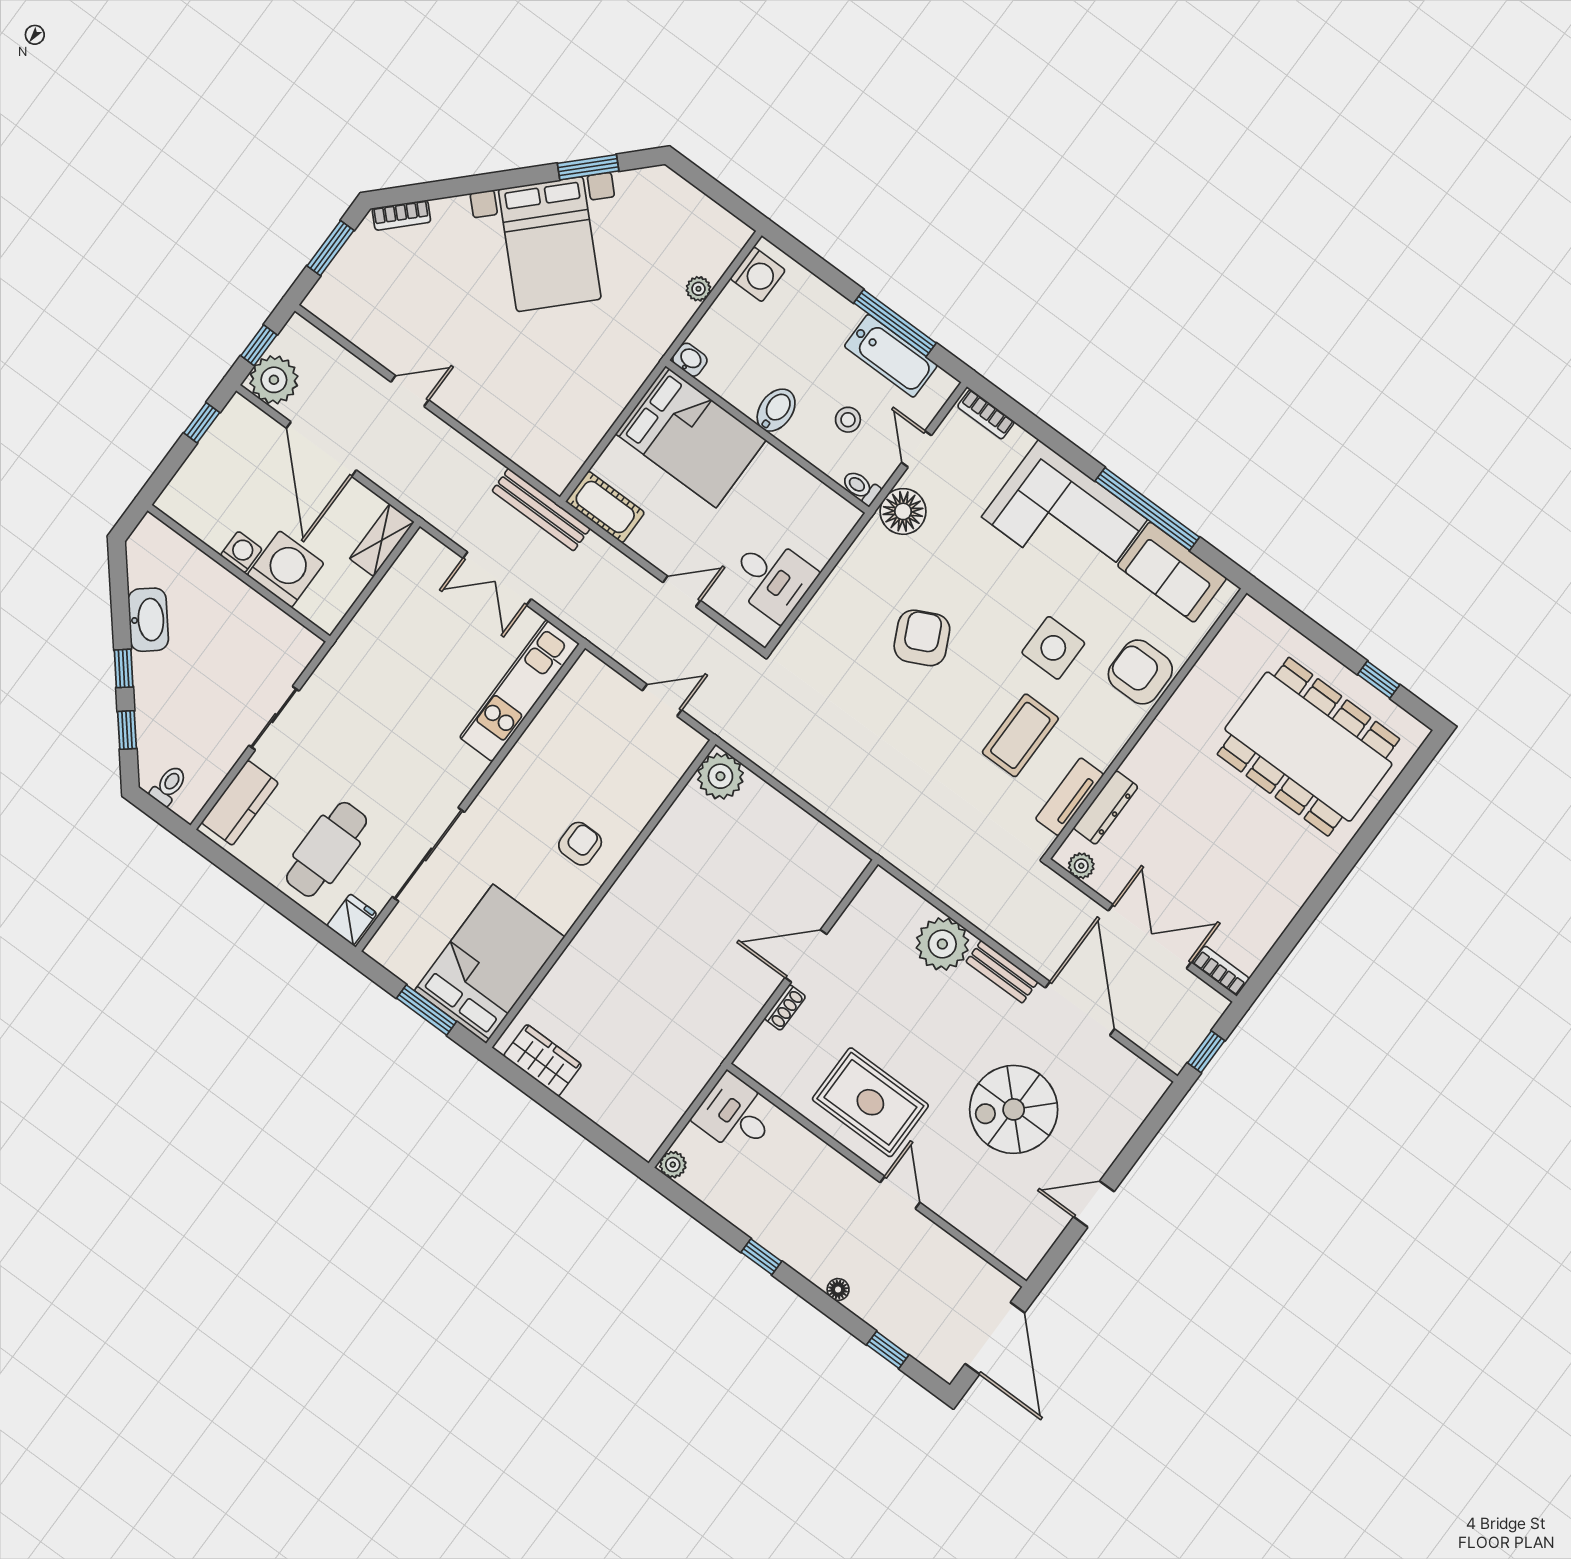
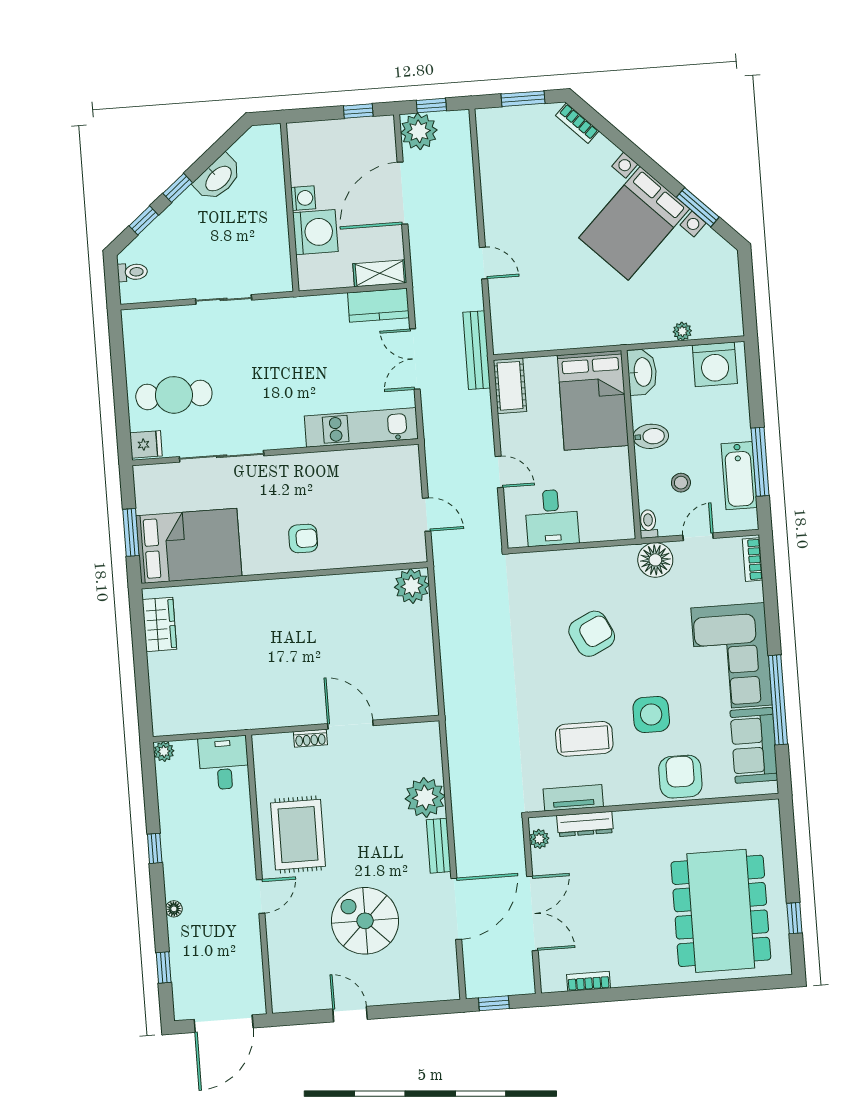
washing machine: (758, 274) -> (715, 364), width x1.37, depth x1.37
washbasin: (690, 360) -> (642, 372), width x1.91, depth x1.45
door: (410, 391) -> (484, 263), moved
kitchen counter: (240, 803) -> (378, 305), moved
bookcase: (1221, 971) -> (588, 981), moved, turned -90

